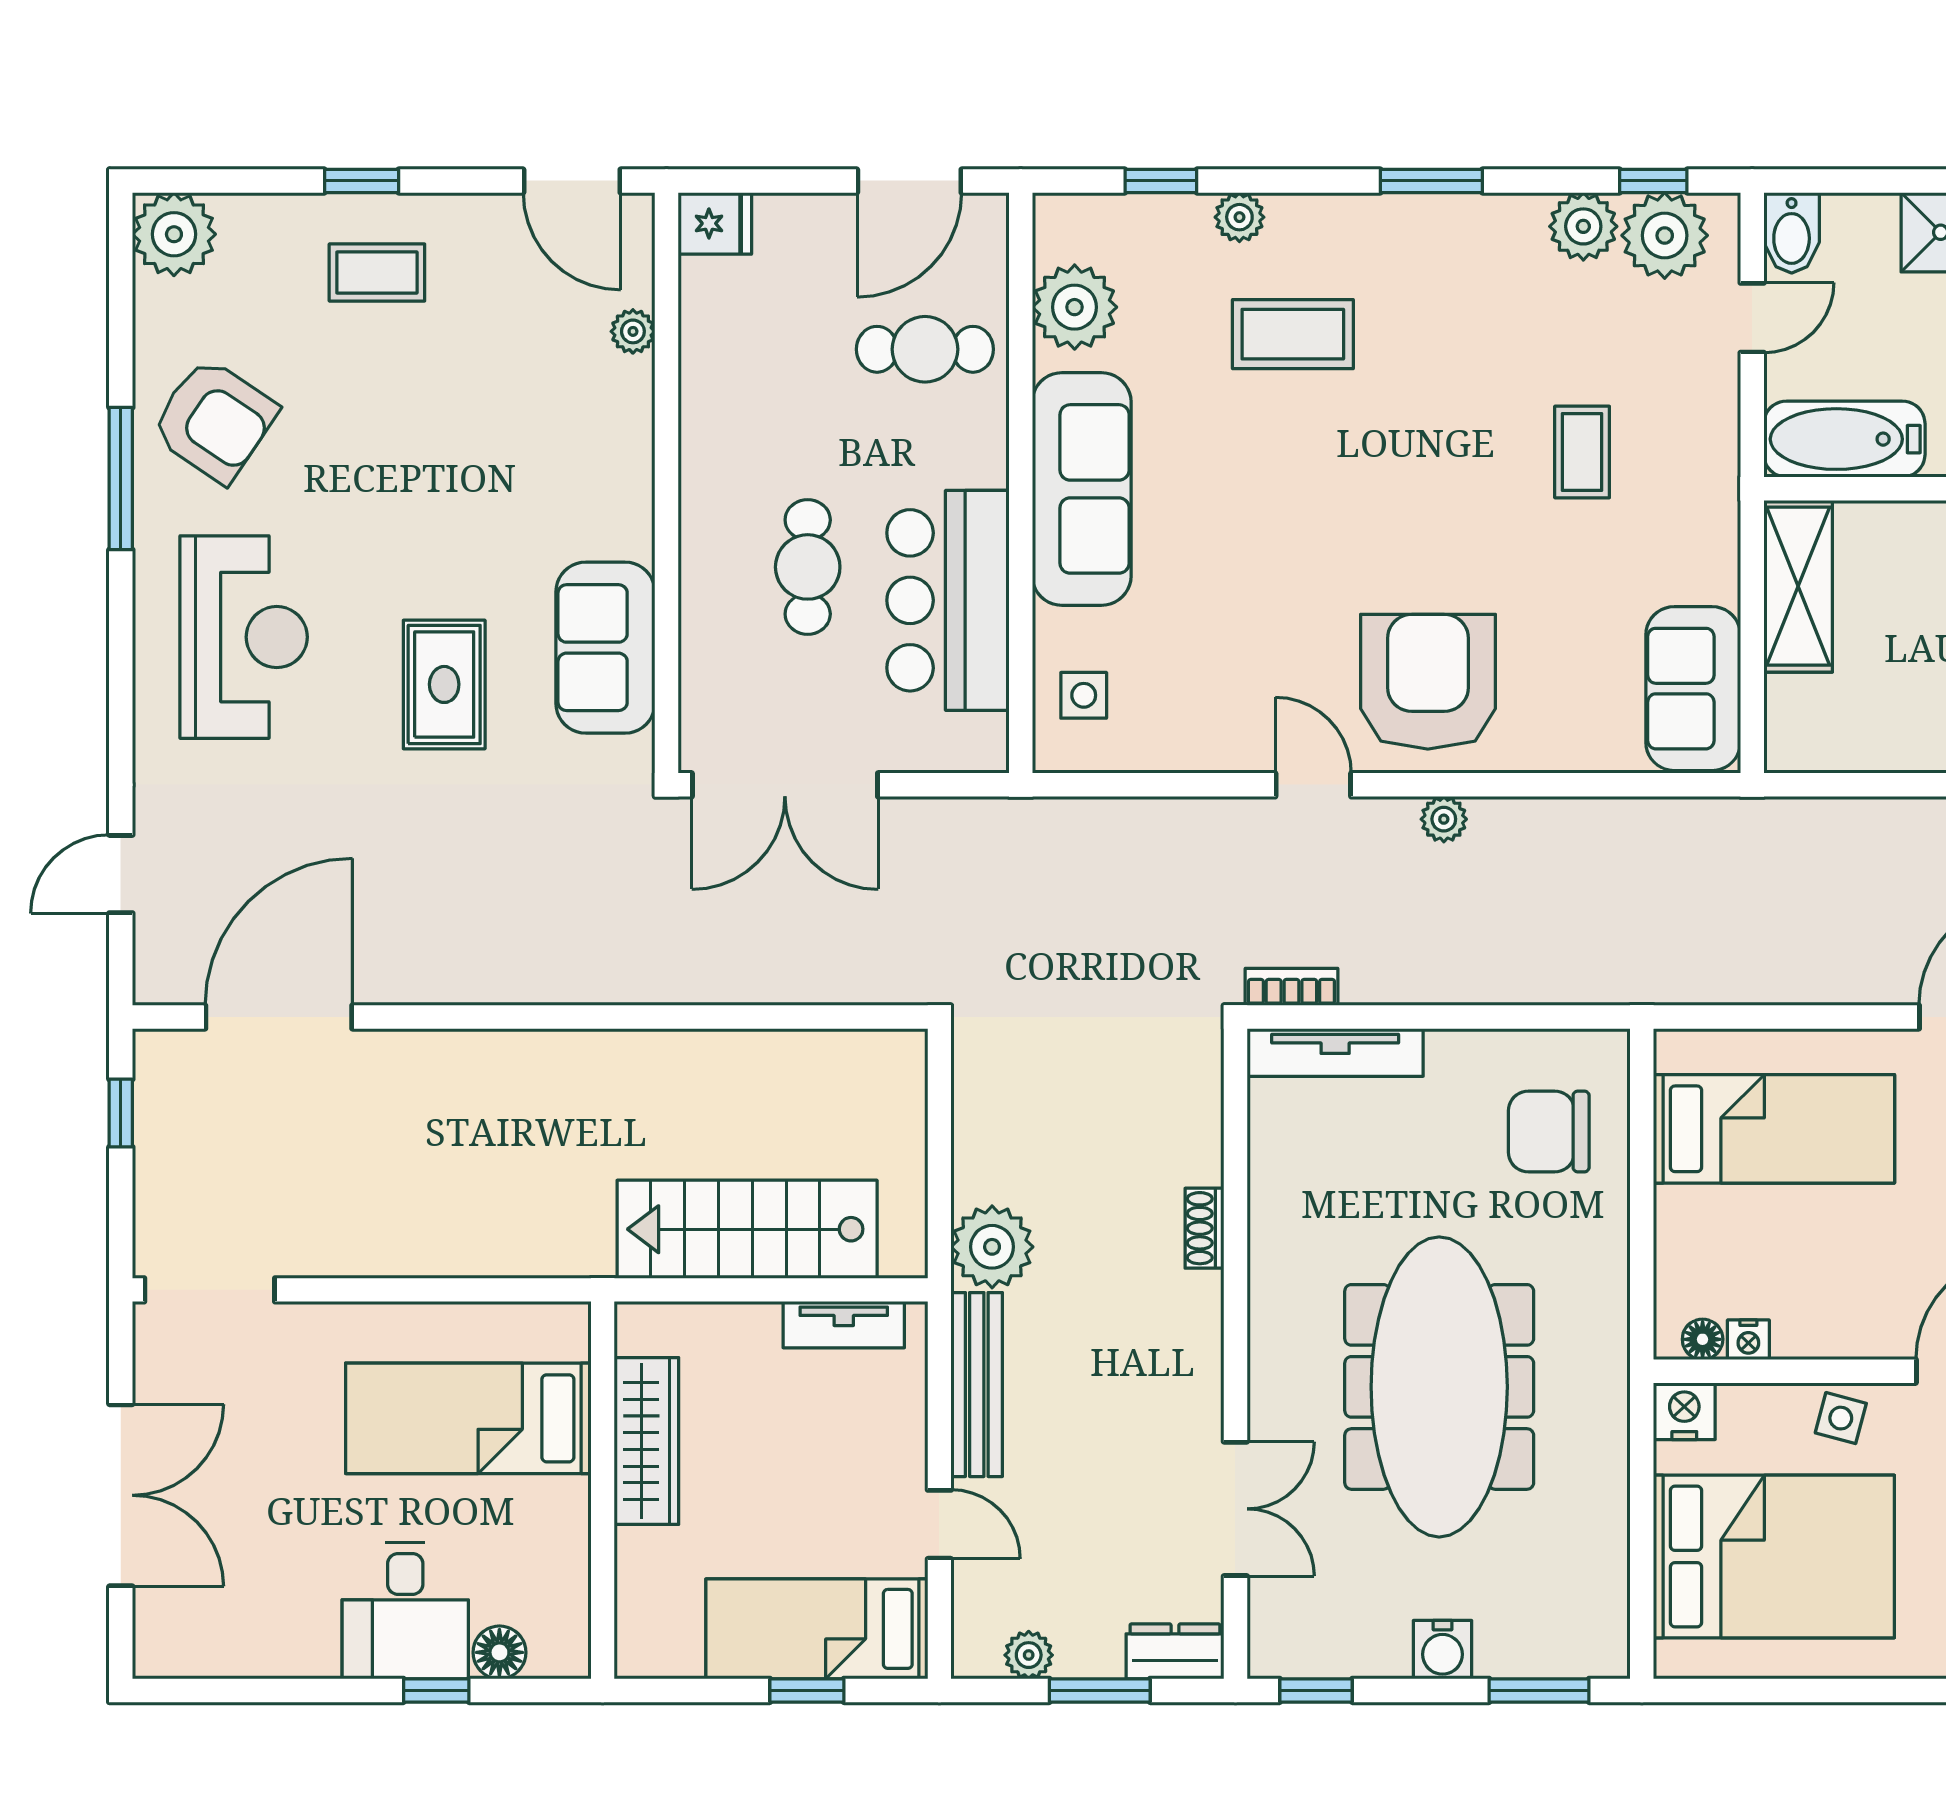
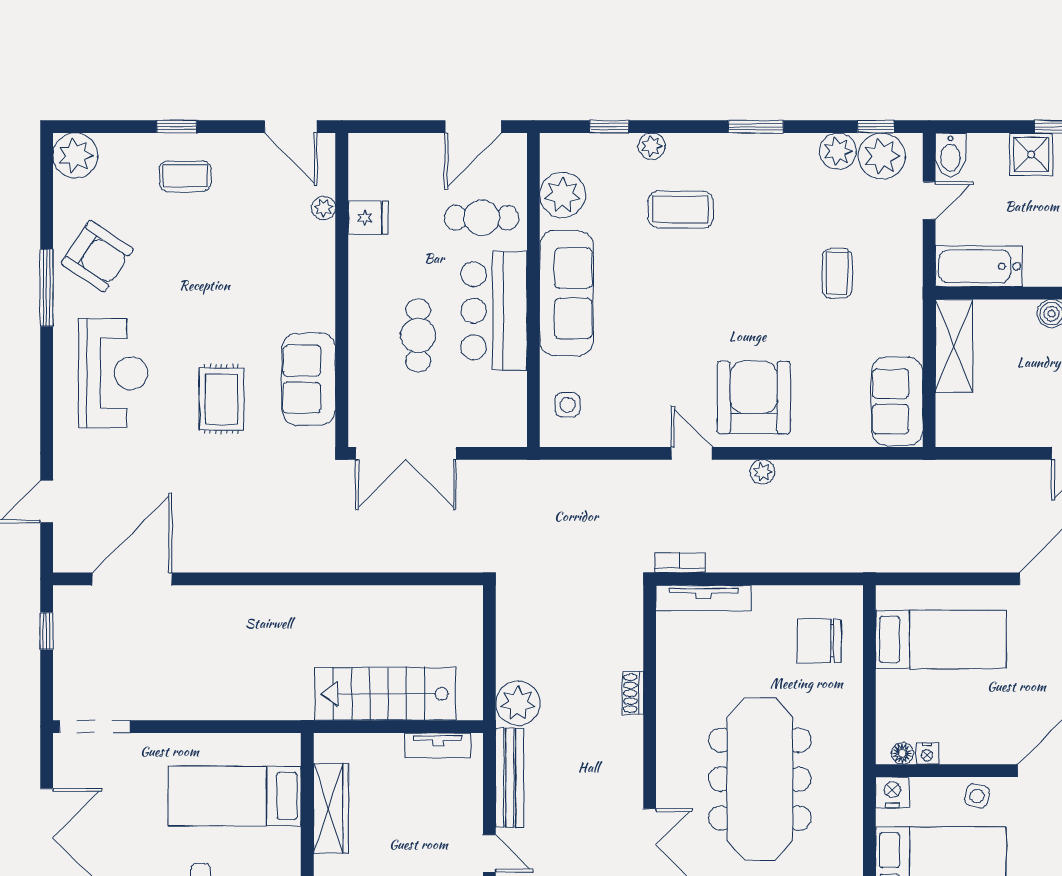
fridge: (715, 223) -> (368, 218), moved
bar counter: (948, 600) -> (494, 311), moved

